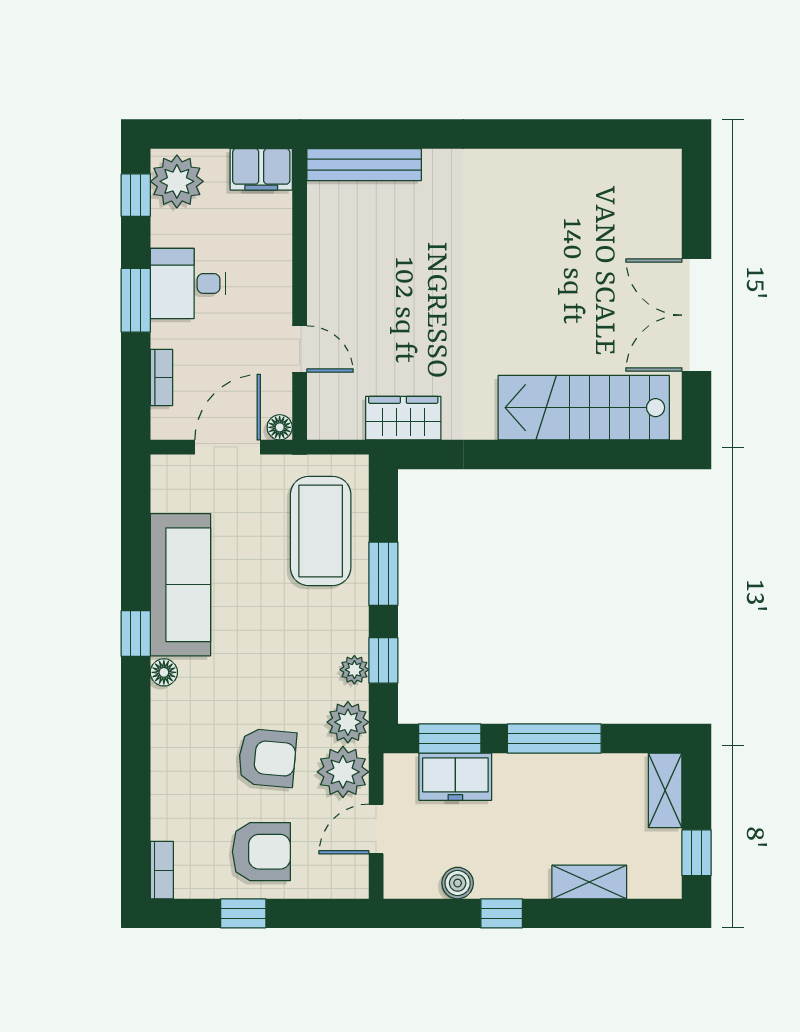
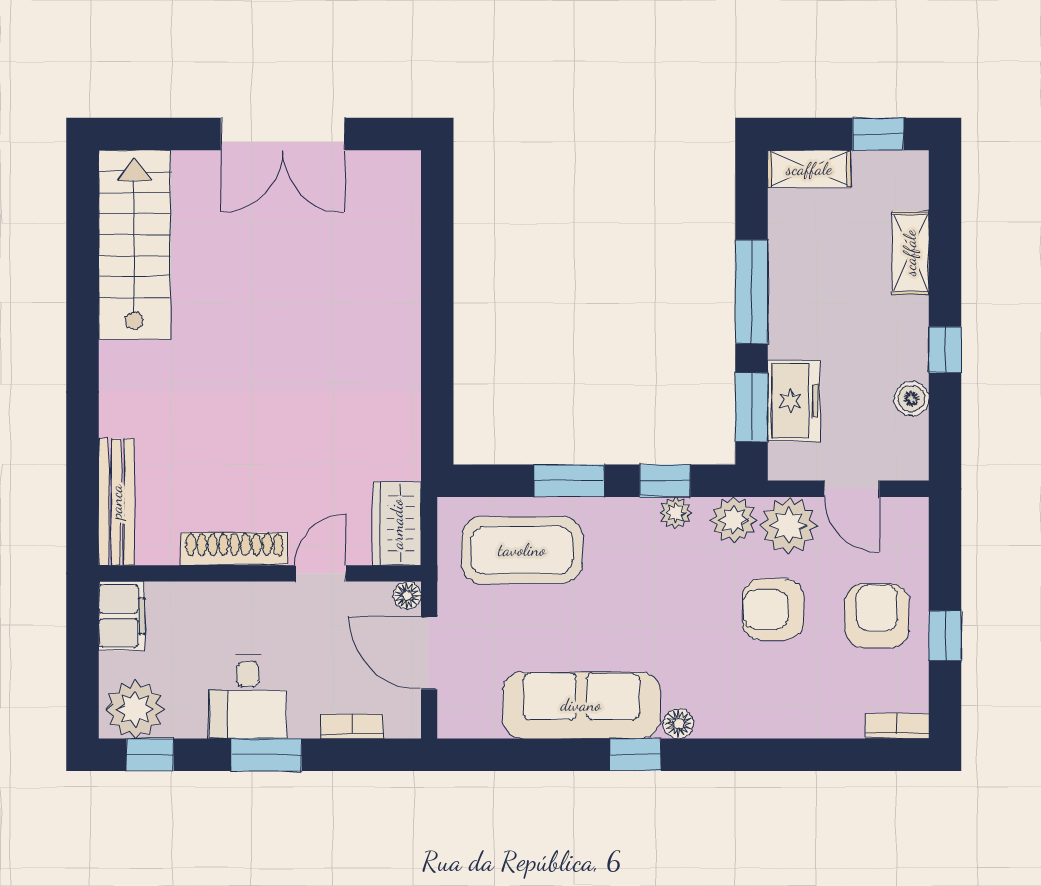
shoe rack: (322, 271) -> (235, 549), added
stairs: (584, 408) -> (134, 245), moved, turned 180
wardrobe: (403, 418) -> (397, 524), moved
armchair: (267, 758) -> (773, 609), turned -95

